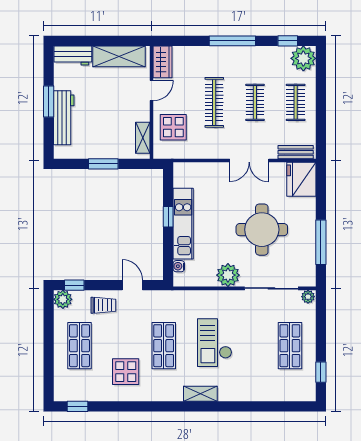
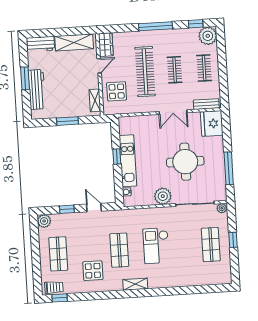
clothes rail: (214, 102) -> (145, 72), width x1.37, depth x1.31
window: (74, 285) -> (67, 209), moved
trolley: (103, 305) -> (54, 287), moved
window: (321, 372) -> (233, 240), moved
shelving: (200, 394) -> (135, 284), moved

